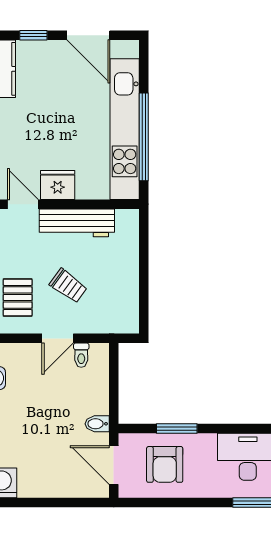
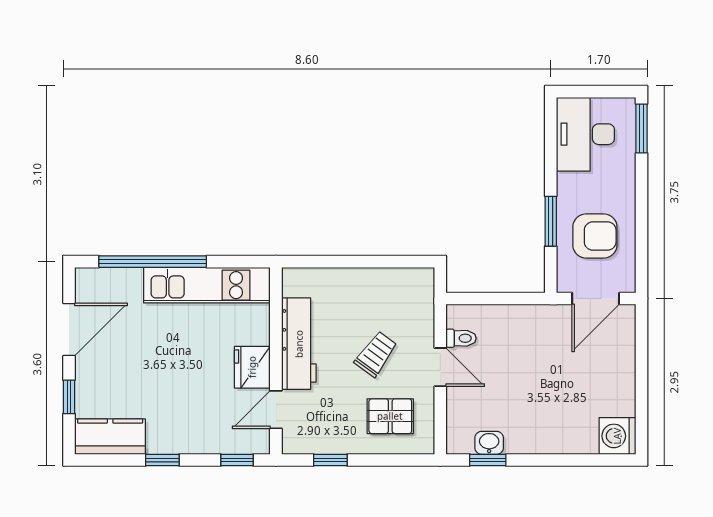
kitchen unit: (125, 129) -> (207, 285), width x0.73
window: (144, 137) -> (153, 262), moved
bidet: (97, 424) -> (545, 319), removed

